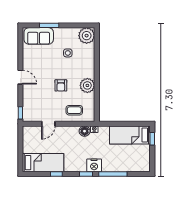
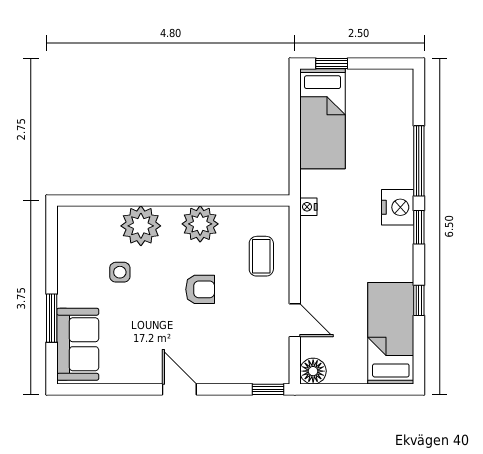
plant: (87, 36) -> (141, 226), moved
door: (20, 77) -> (179, 389), hinge flipped
floor lamp: (85, 131) -> (313, 371), moved

